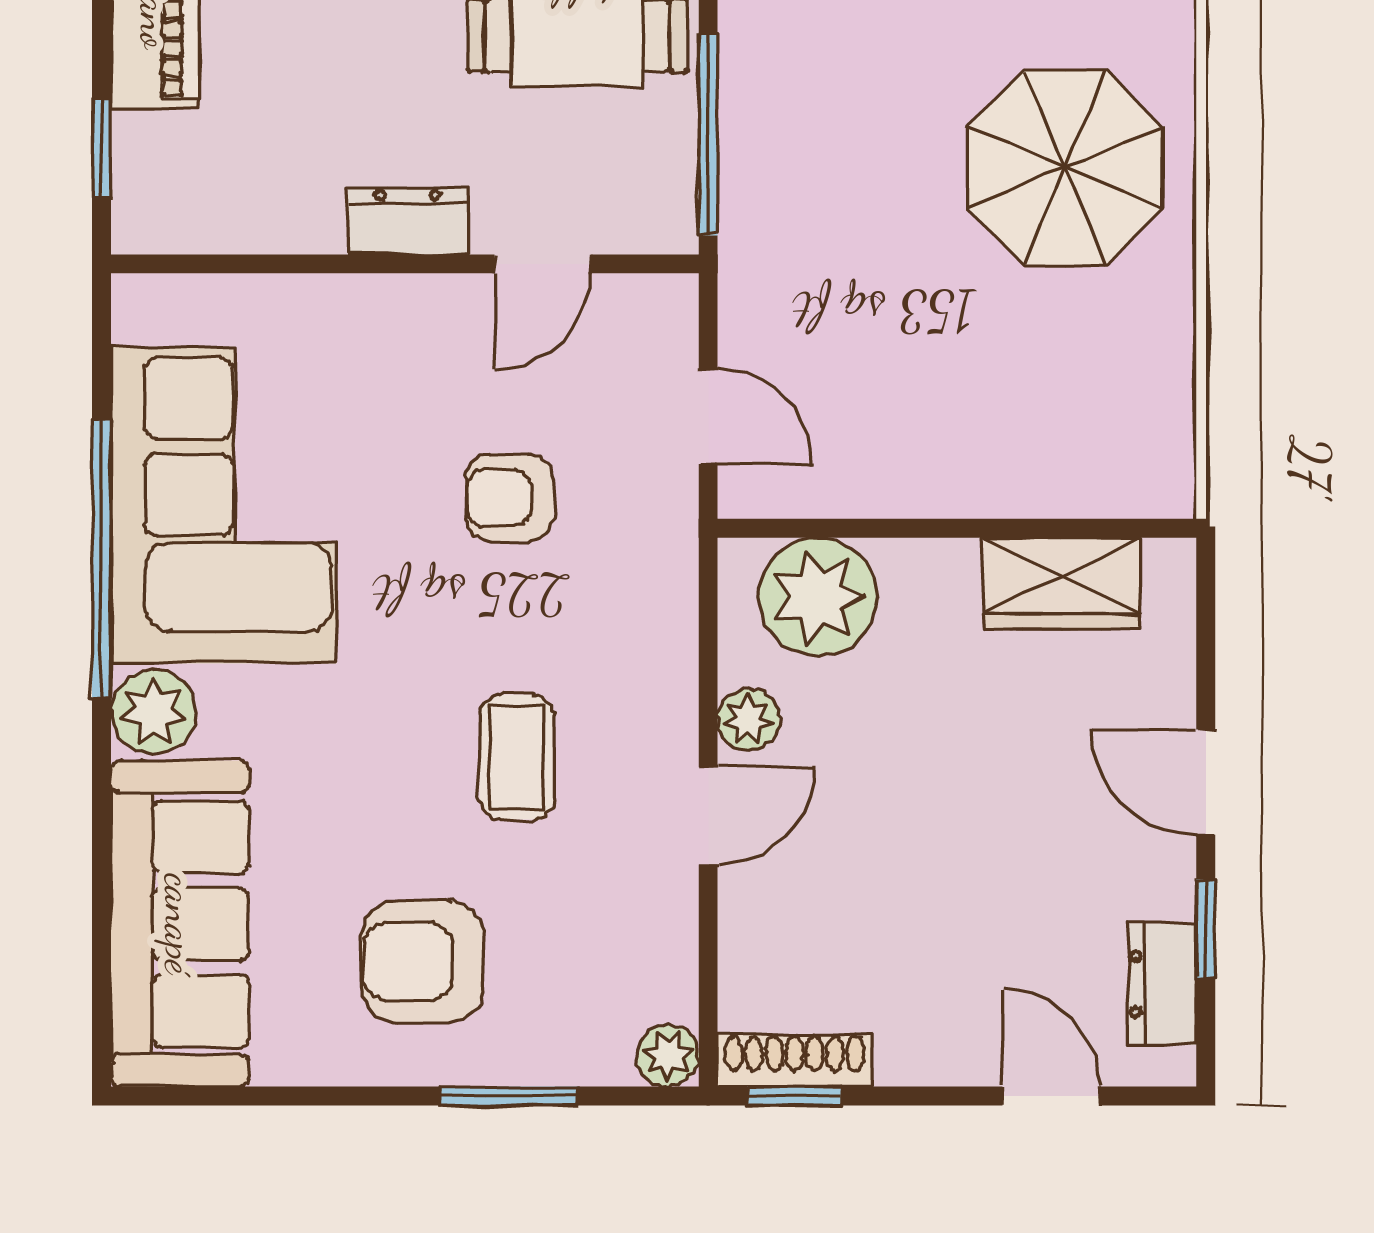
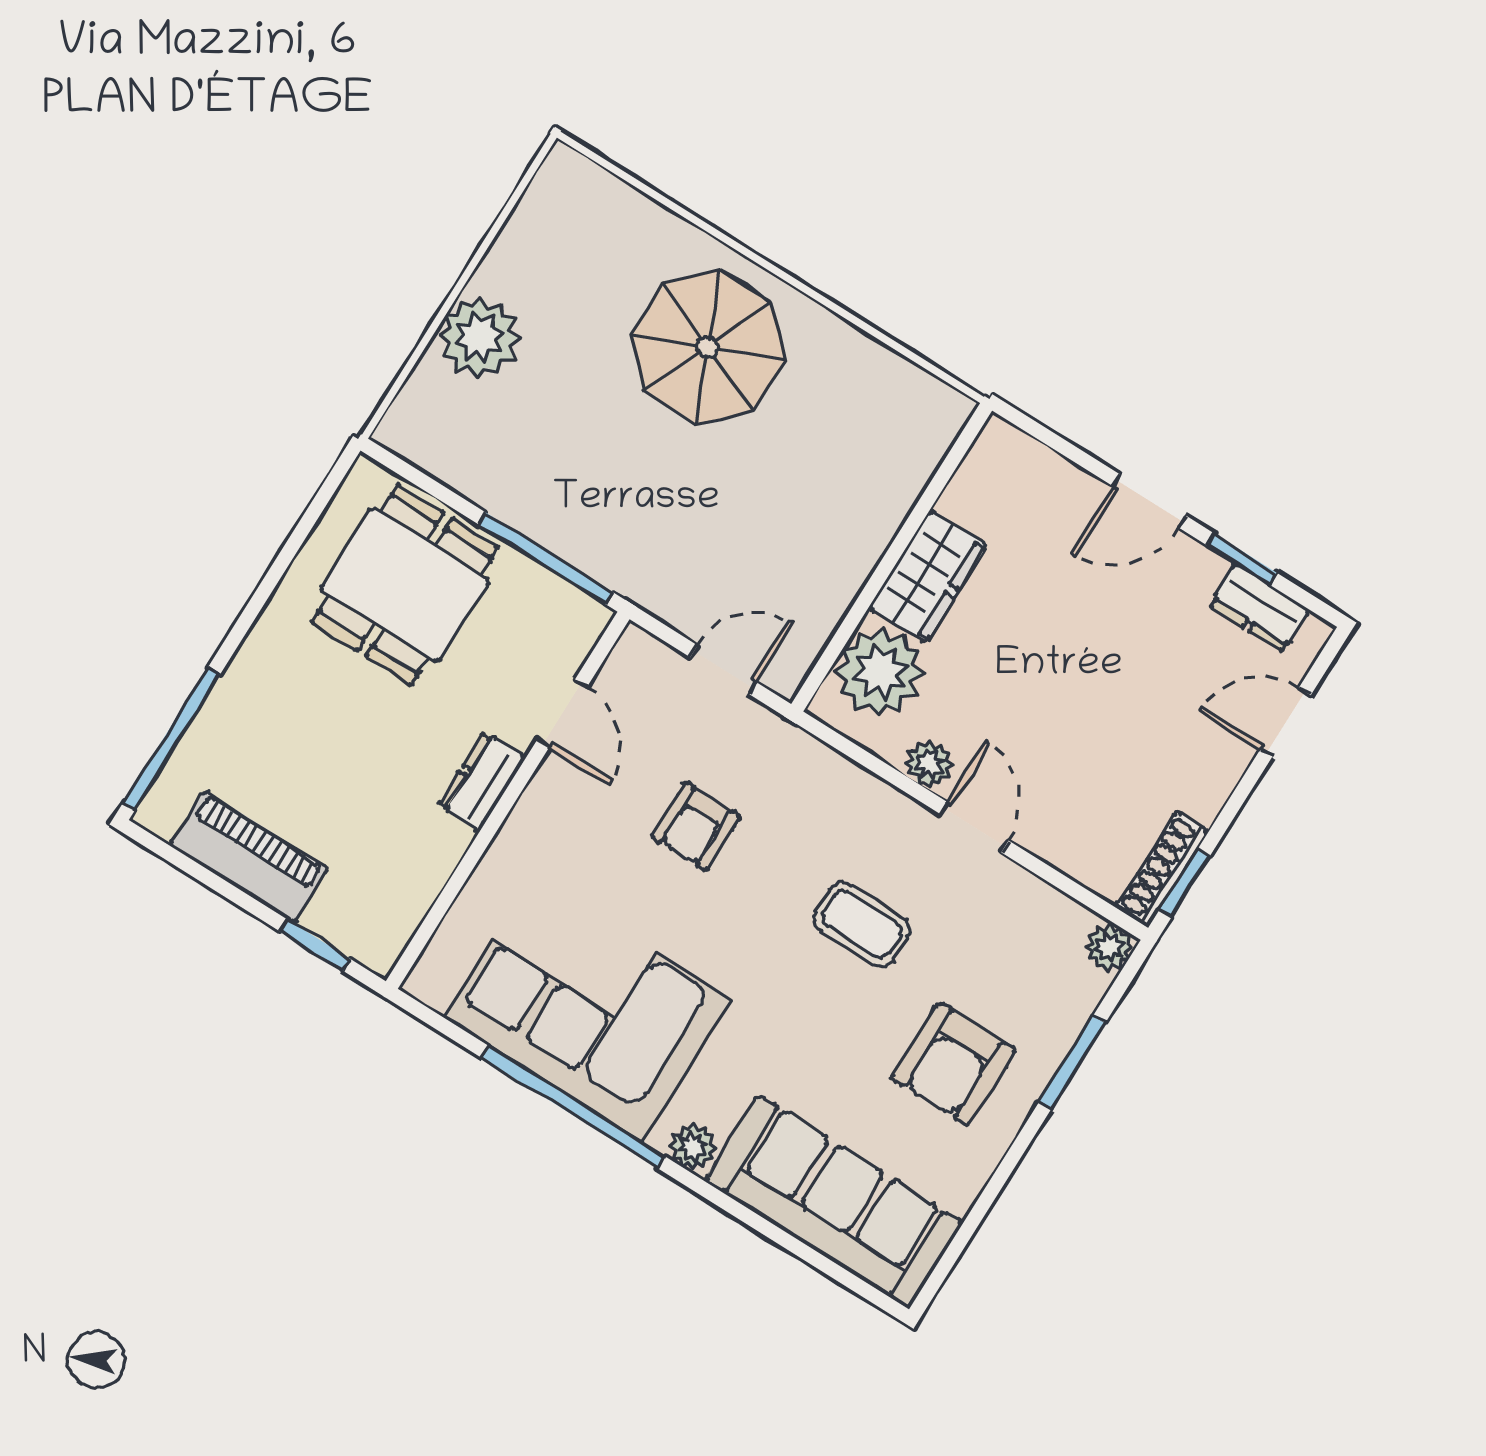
wardrobe: (1062, 583) -> (928, 576), moved
plant: (153, 712) -> (693, 1147), width x0.73, depth x0.73

